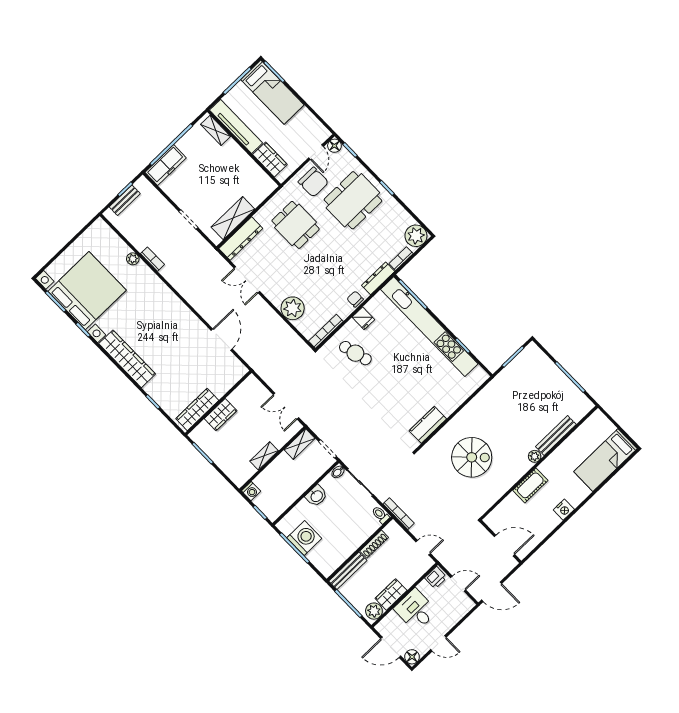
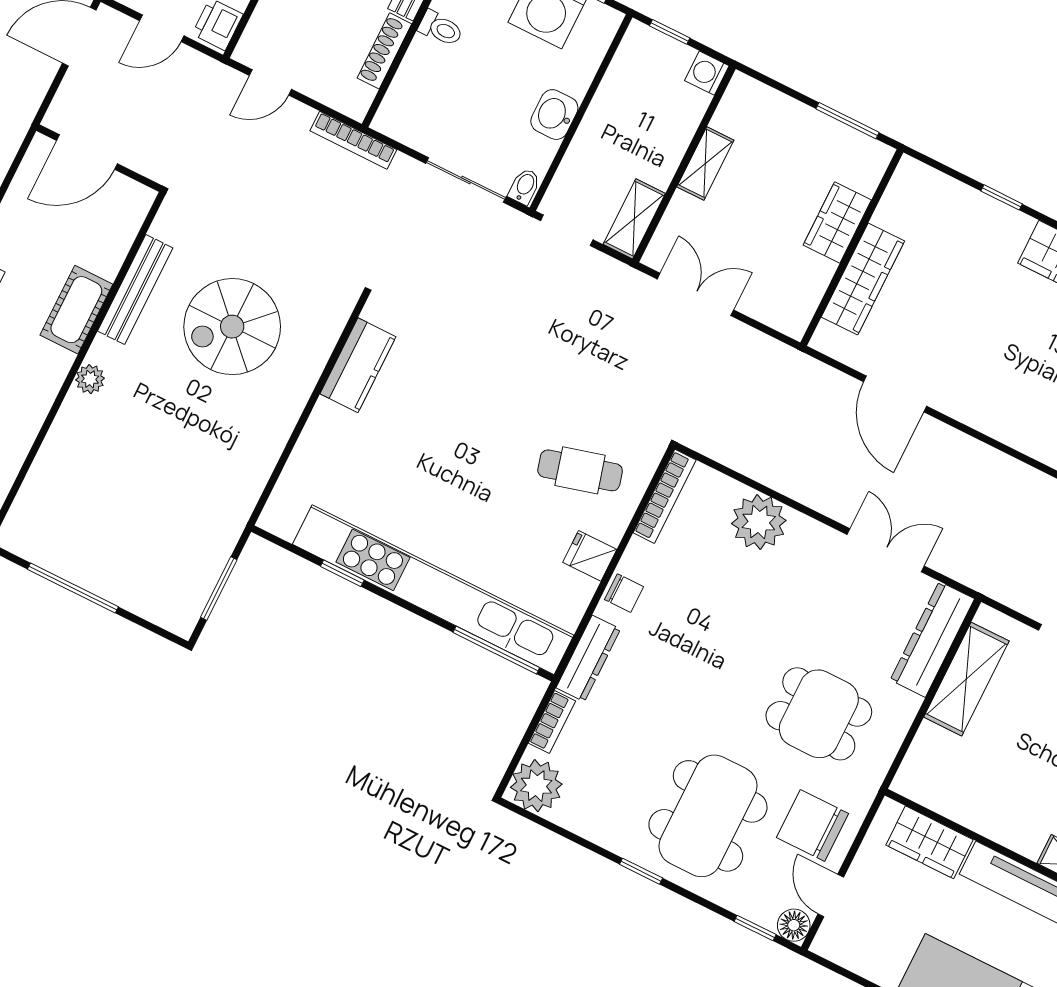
wardrobe: (197, 409) -> (863, 279), moved
bench: (556, 436) -> (135, 289), moved
toilet: (380, 515) -> (441, 28), moved

